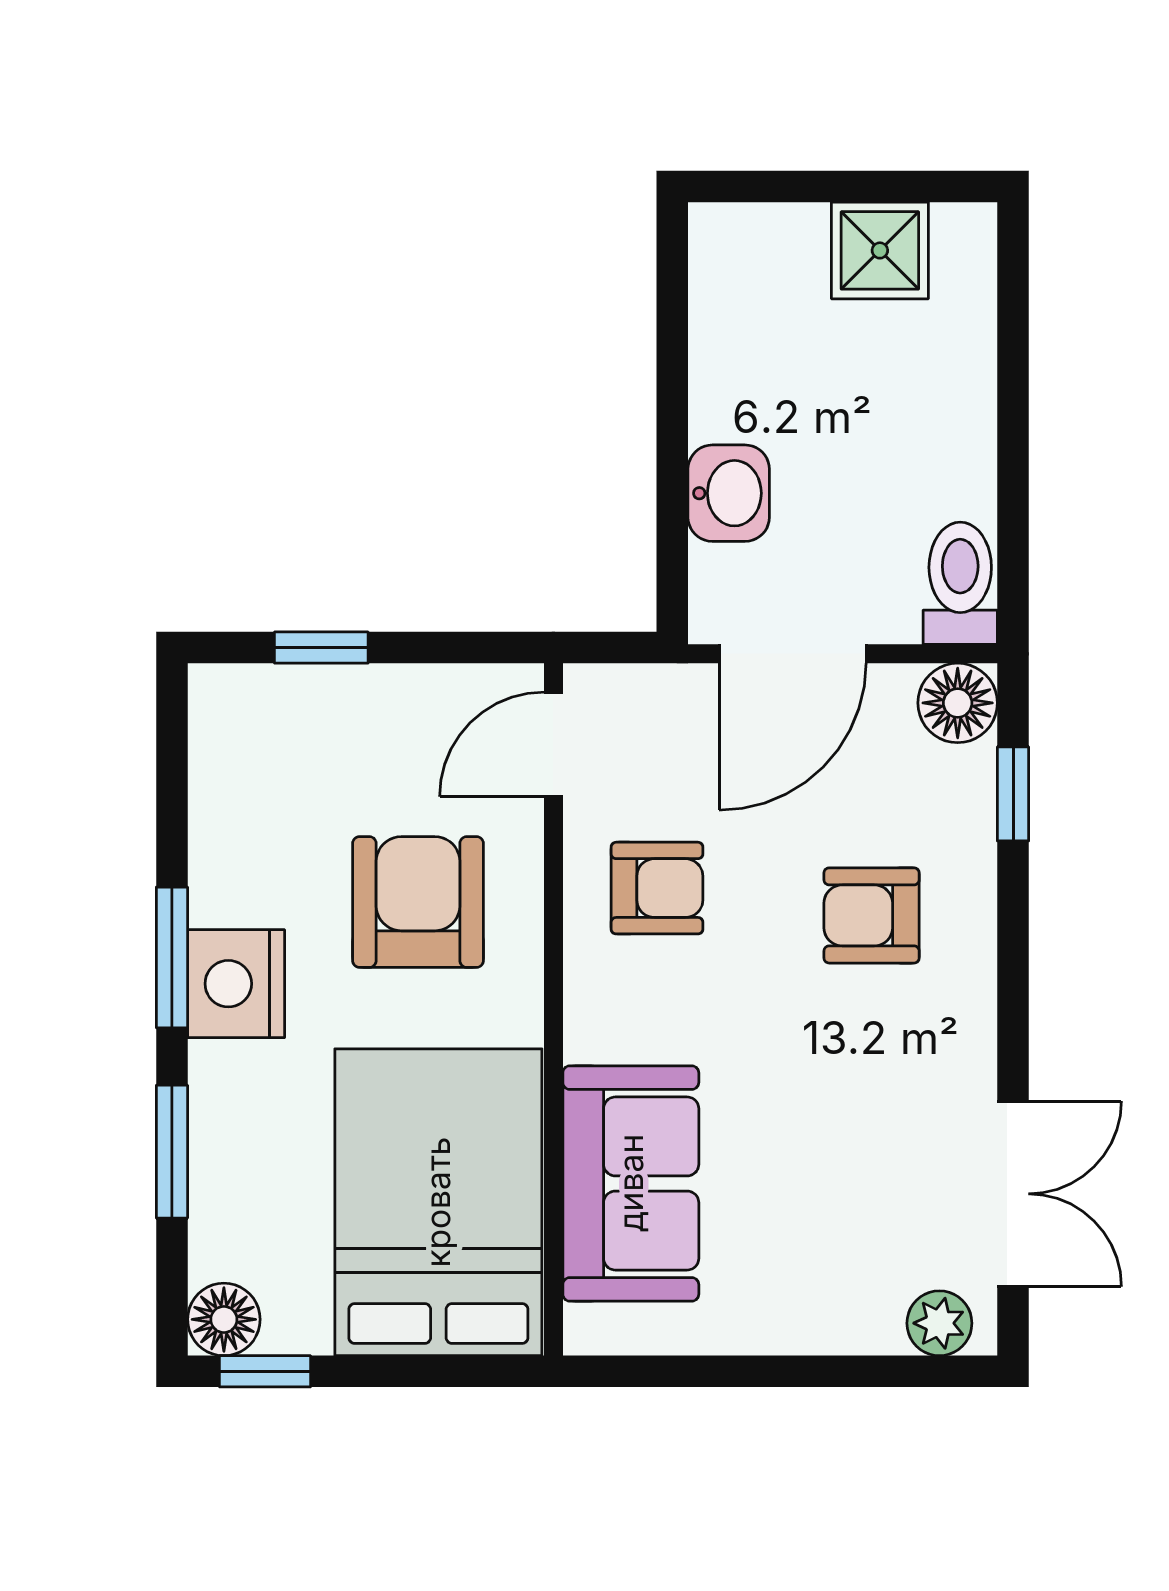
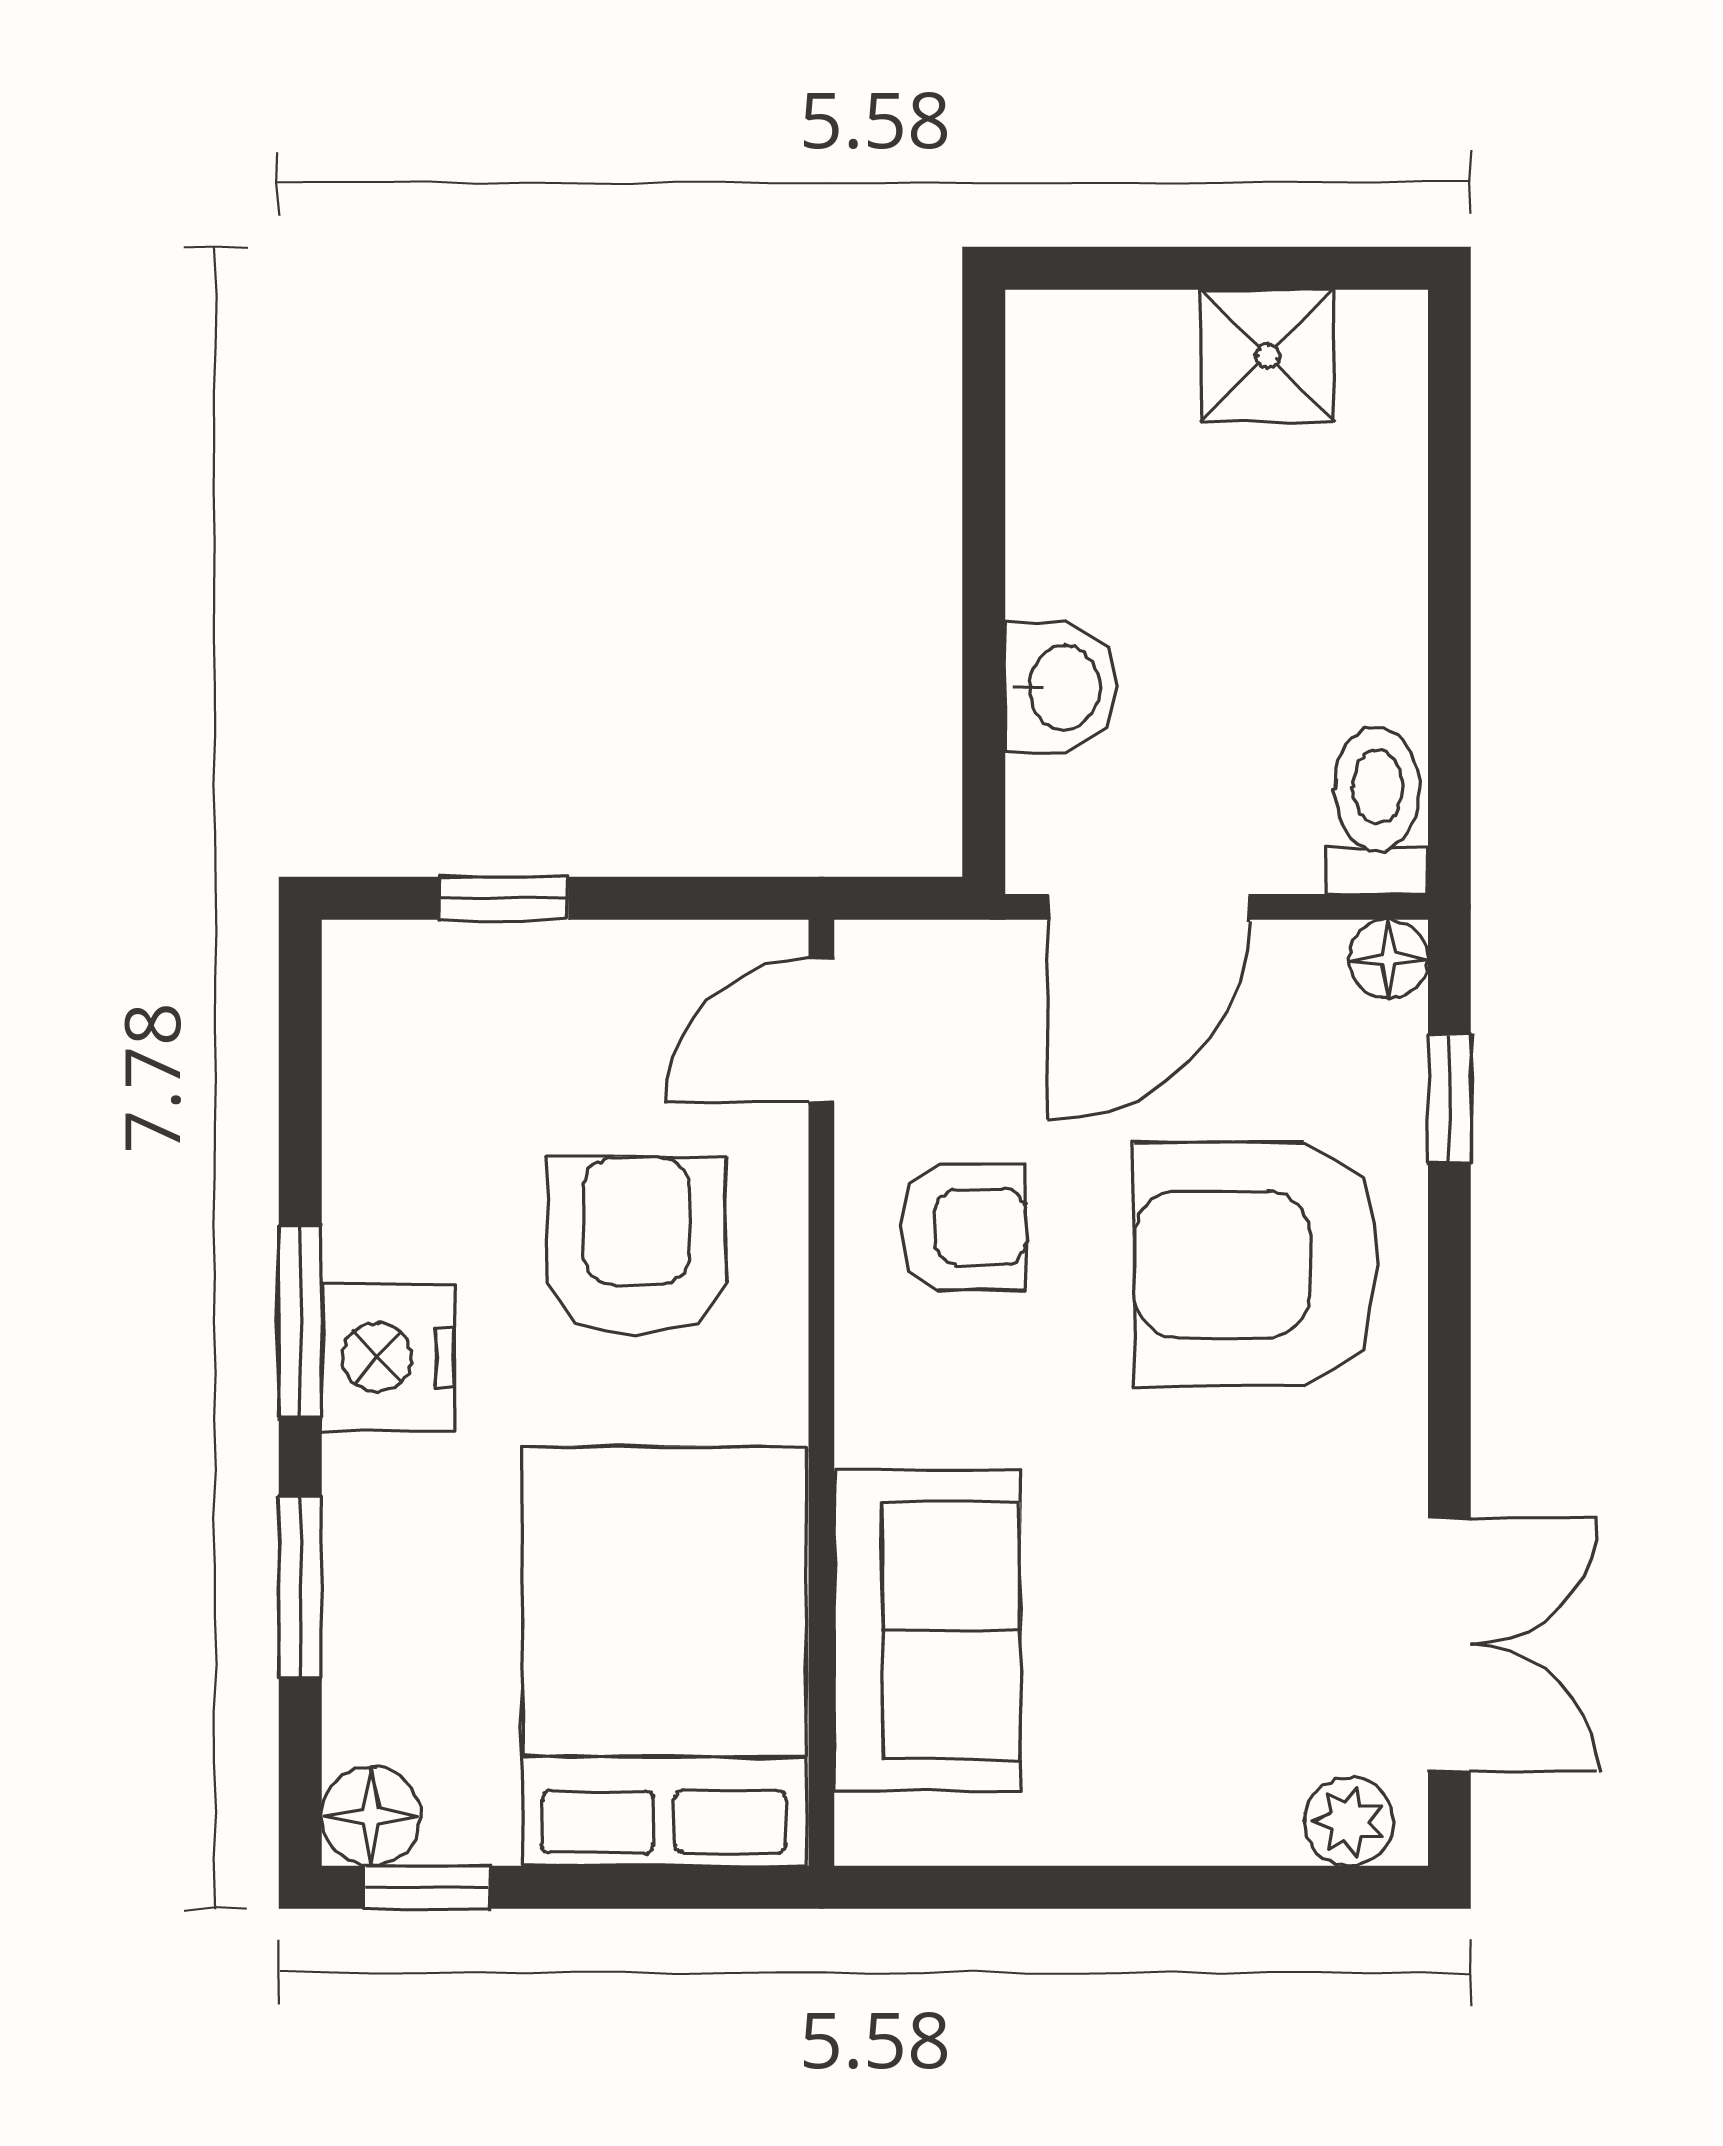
floor lamp: (958, 703) -> (1388, 959), width x0.73, depth x0.73
armchair: (872, 915) -> (1256, 1264), width x1.88, depth x1.88

